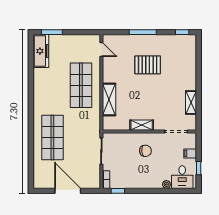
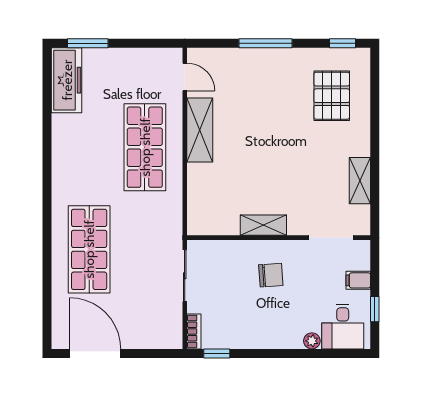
pallet: (148, 65) -> (332, 96), moved, turned 90
shelving: (109, 99) -> (200, 130), moved
door: (68, 191) -> (95, 353), moved

